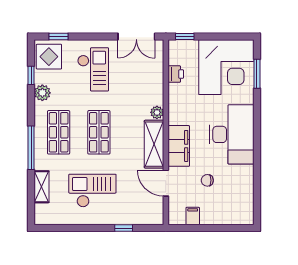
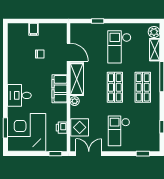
display table: (49, 57) -> (80, 127), moved
plant: (42, 93) -> (154, 32), moved
desk: (232, 134) -> (19, 95), width x0.53, depth x0.77
filing cabinet: (179, 146) -> (60, 89), moved
checkout: (92, 191) -> (119, 47), turned 90
filing cabinet: (193, 216) -> (33, 29), moved

